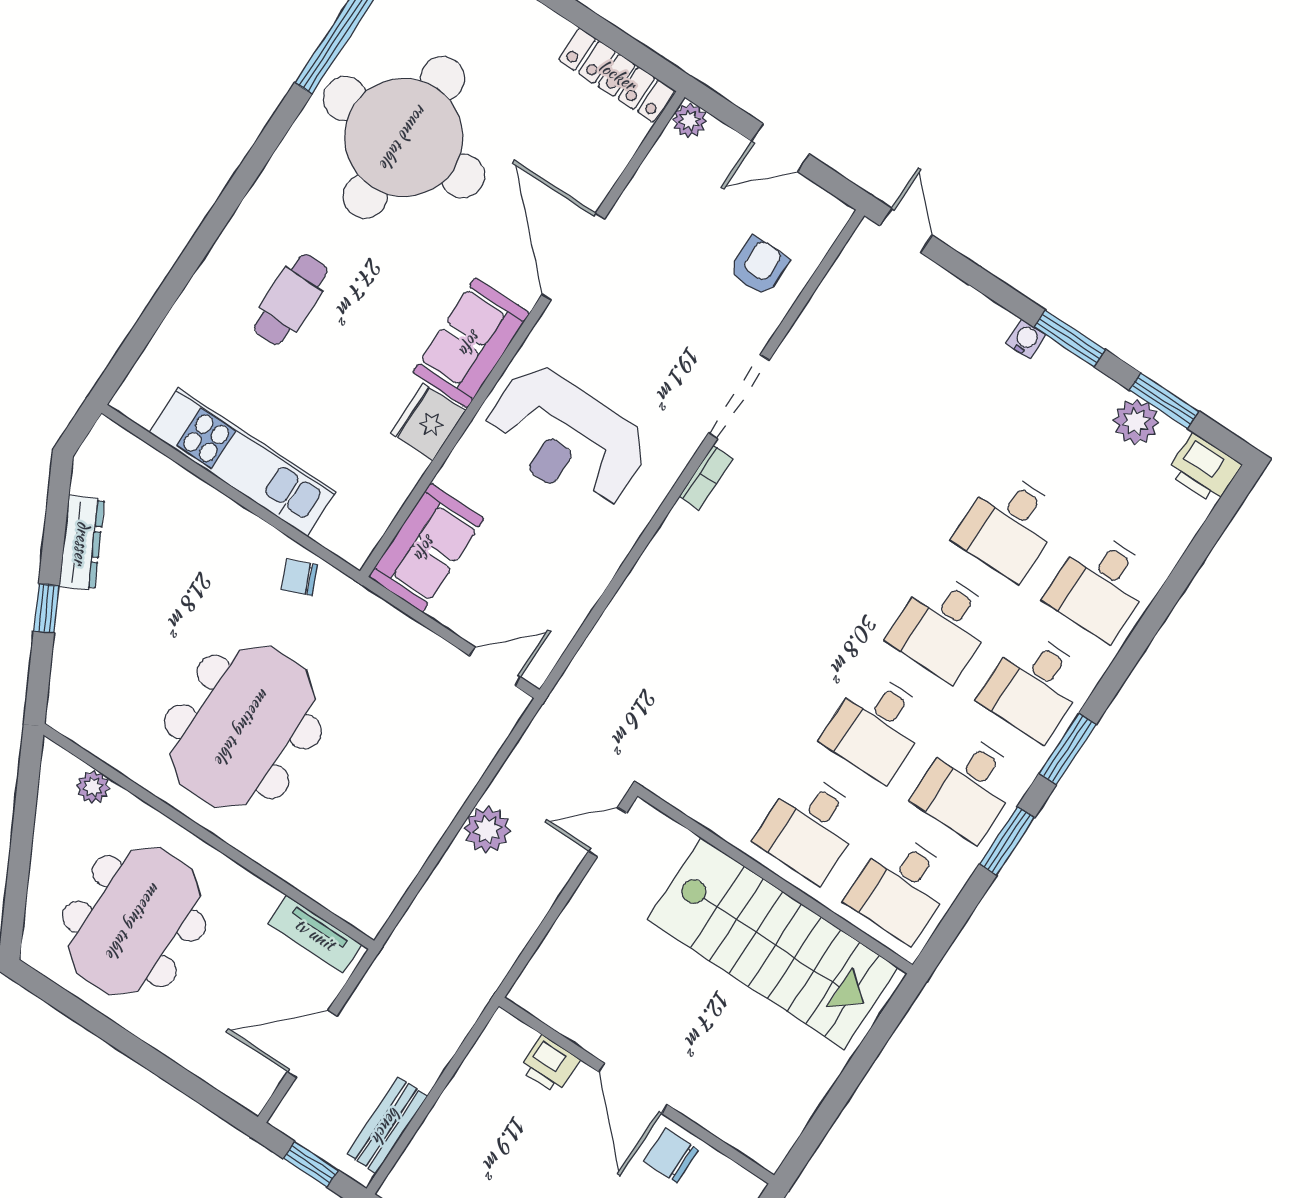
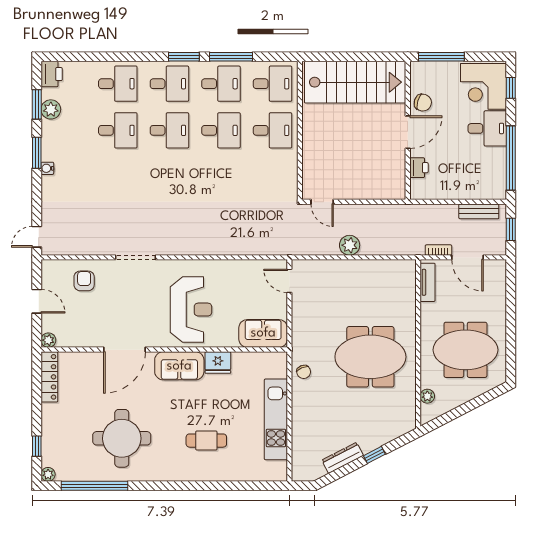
round table: (404, 137) -> (122, 438), width x0.73, depth x0.73
armchair: (759, 266) -> (84, 281), turned 90
bookcase: (706, 477) -> (438, 250), moved
window: (1007, 841) -> (231, 57), width x1.44
stairs: (773, 943) -> (355, 82), moved, turned 90
chair: (671, 1156) -> (423, 103), turned -74

